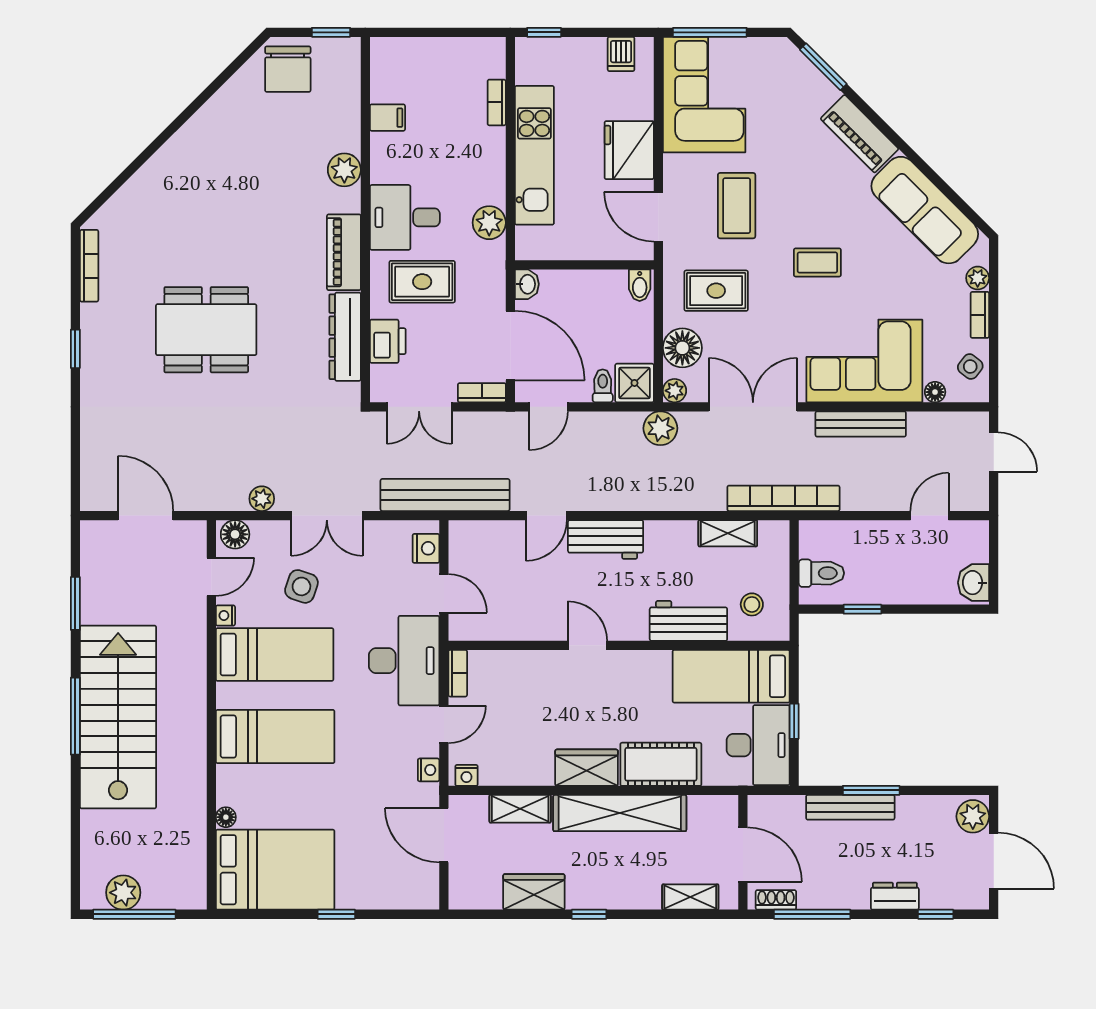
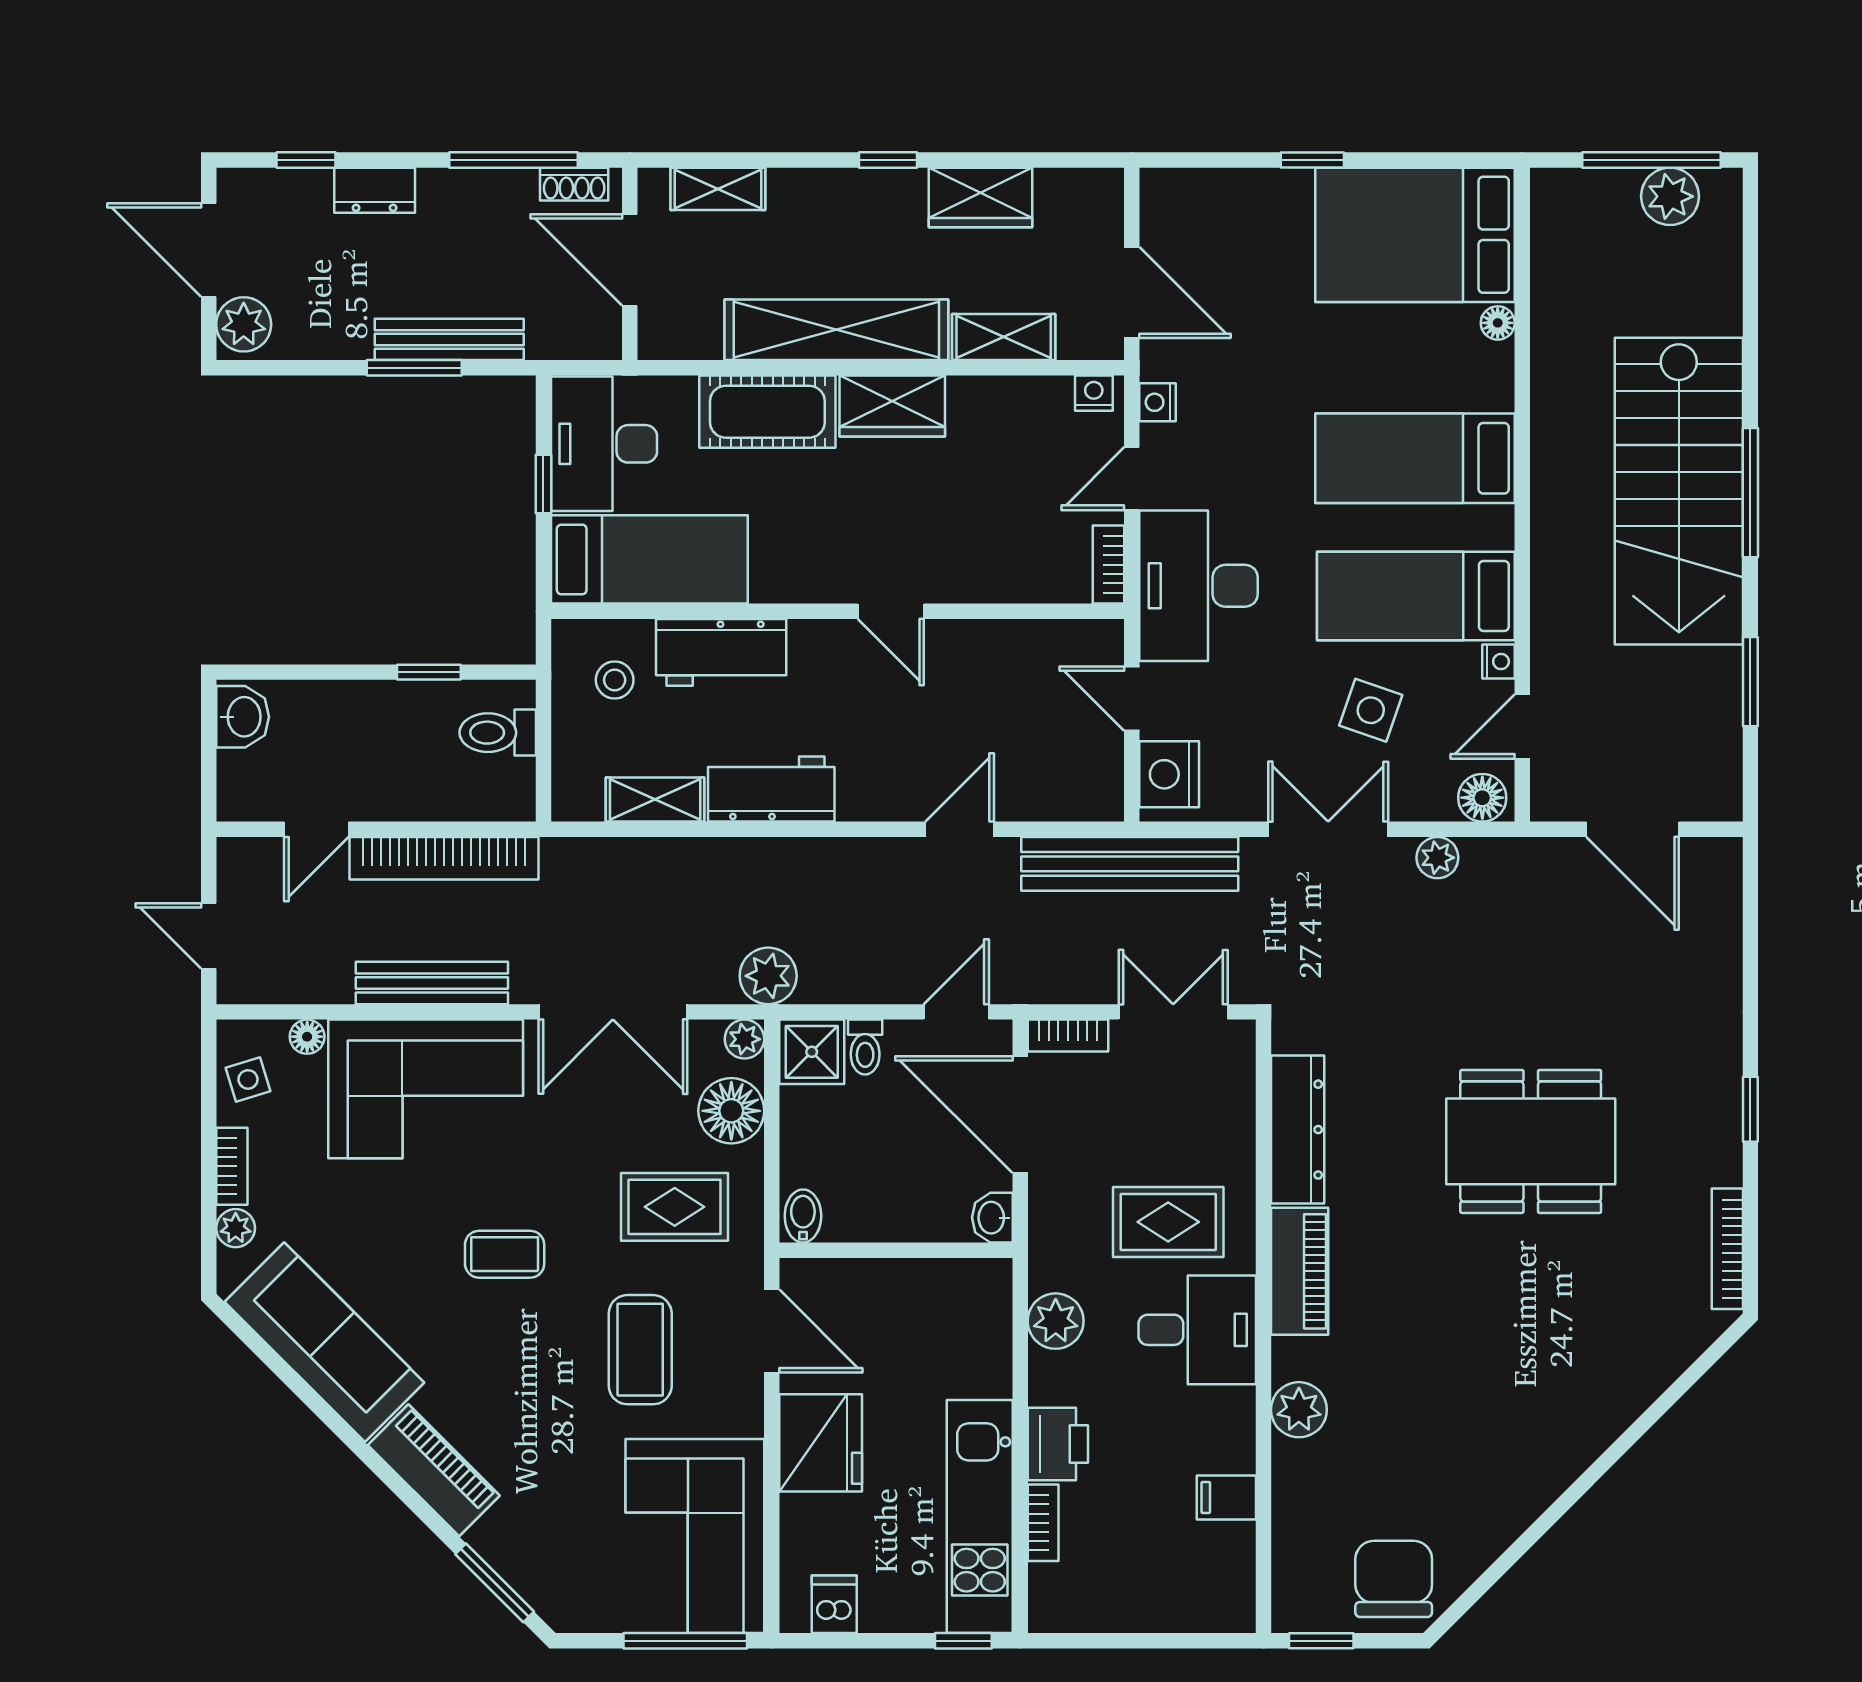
kitchen unit: (534, 155) -> (980, 1516), moved
printer: (388, 341) -> (1058, 1444), moved, turned 180
side table: (970, 367) -> (248, 1079), turned 35
bookcase: (783, 498) -> (444, 858), moved
workbench: (606, 540) -> (771, 789), moved
nightstand: (426, 548) -> (1169, 774), width x1.36, depth x1.33

